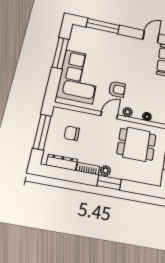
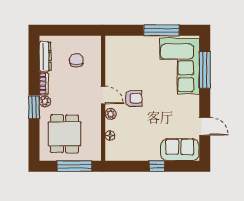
corner sofa: (79, 77) -> (180, 66), moved, turned 90
armchair: (117, 89) -> (134, 98), turned -90
window: (42, 132) -> (72, 30), removed
dining table: (136, 144) -> (65, 134), moved

